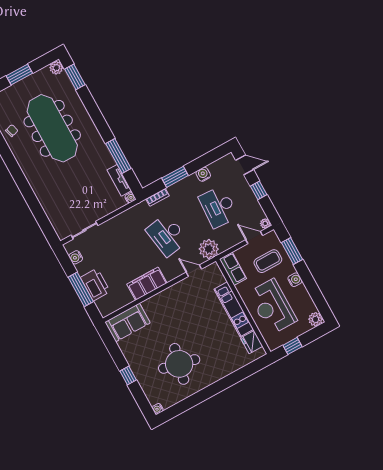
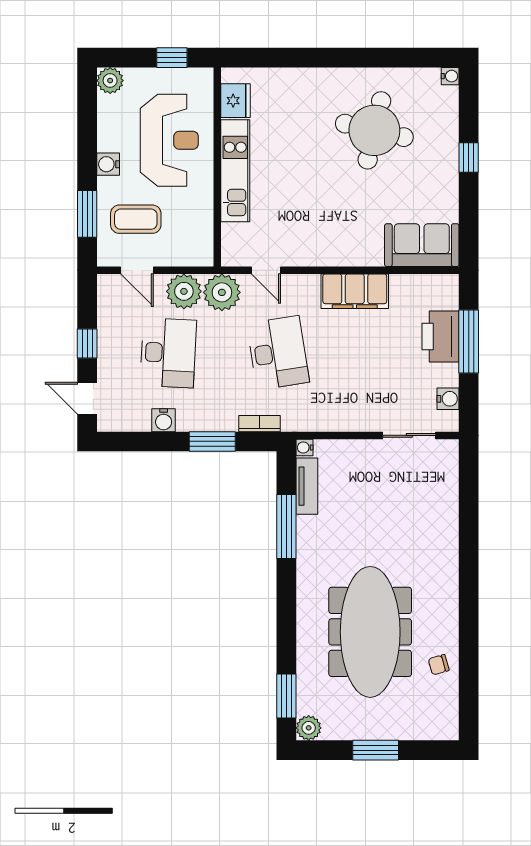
plant: (265, 224) -> (184, 291), moved, width x1.88, depth x1.88
row of seats: (233, 269) -> (200, 238), removed

